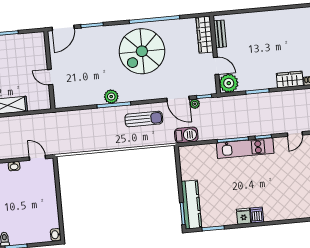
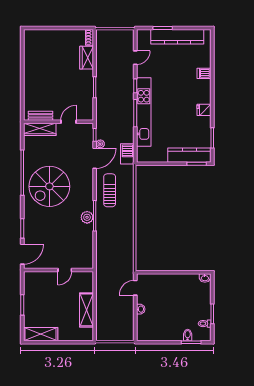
door: (63, 28) -> (22, 254), hinge flipped
spiral stairs: (142, 51) -> (49, 186), turned 90
plant: (229, 83) -> (85, 112), removed
door: (295, 134) -> (135, 58), hinge flipped
kitchen unit: (245, 148) -> (144, 112), width x1.36
dishwasher: (257, 215) -> (204, 73), moved

